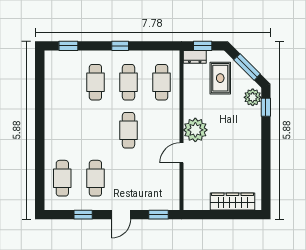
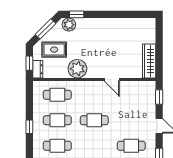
plant: (195, 130) -> (77, 69), moved
wardrobe: (233, 201) -> (149, 61), moved

